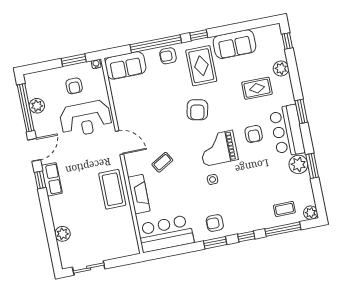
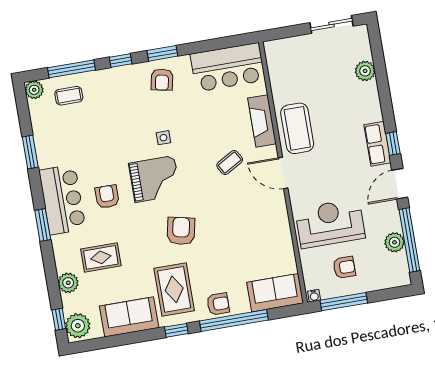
window: (74, 60) -> (344, 302), width x1.44
armchair: (74, 86) -> (344, 267), turned 90
door: (119, 143) -> (283, 173), moved
plant: (298, 164) -> (78, 326), moved
armchair: (215, 223) -> (162, 80), turned 101

